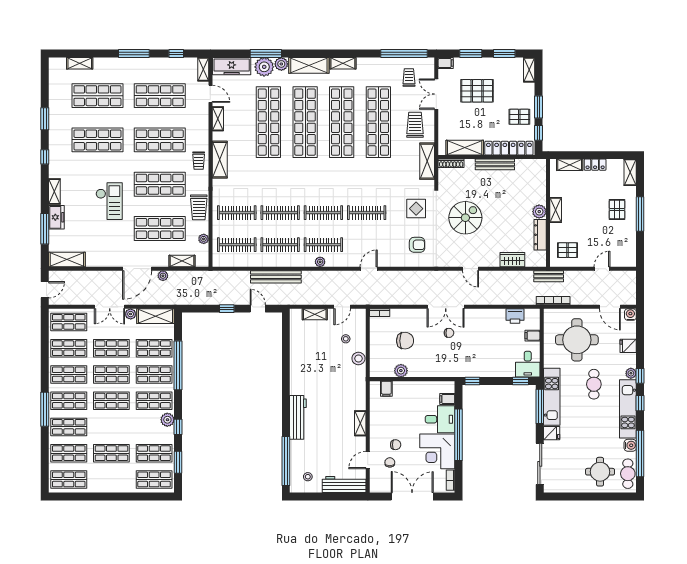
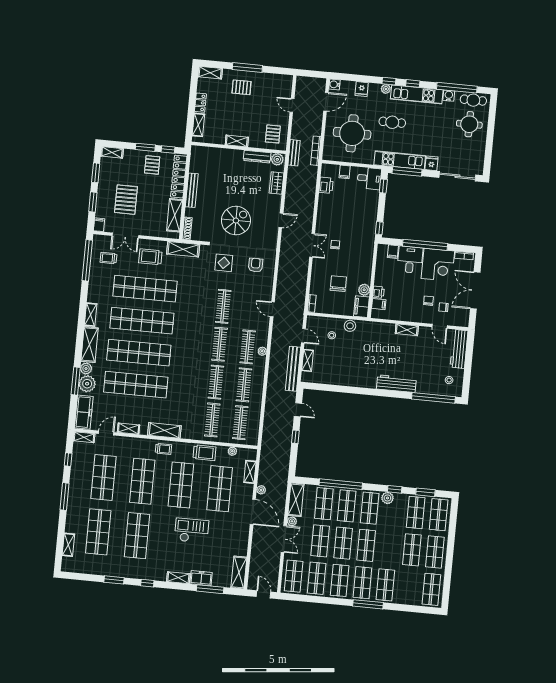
plant: (539, 212) -> (277, 159), moved
spiral stairs: (465, 218) -> (236, 221), turned 90
bench: (276, 277) -> (293, 369), moved
double door: (446, 307) -> (312, 245), width x0.73
door: (258, 309) -> (298, 410), swing flipped
filing cabinet: (382, 369) -> (361, 307), added
printer: (400, 387) -> (378, 292), added
shop shelf: (69, 453) -> (435, 552), moved

